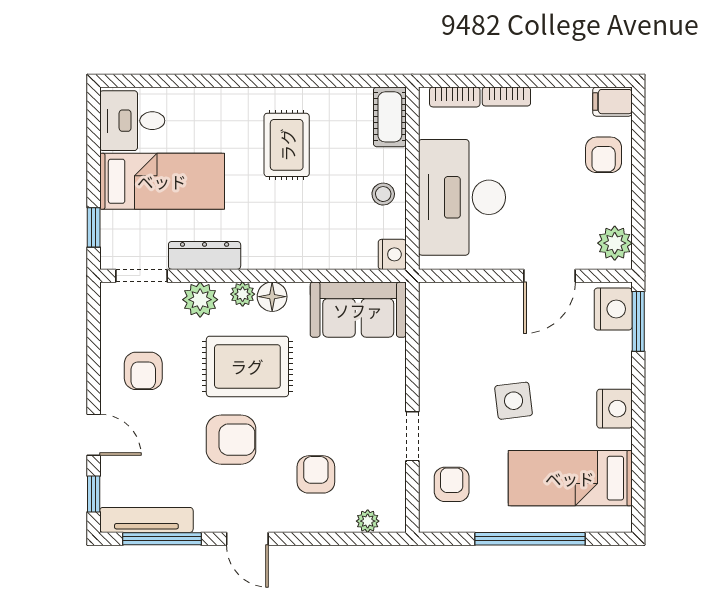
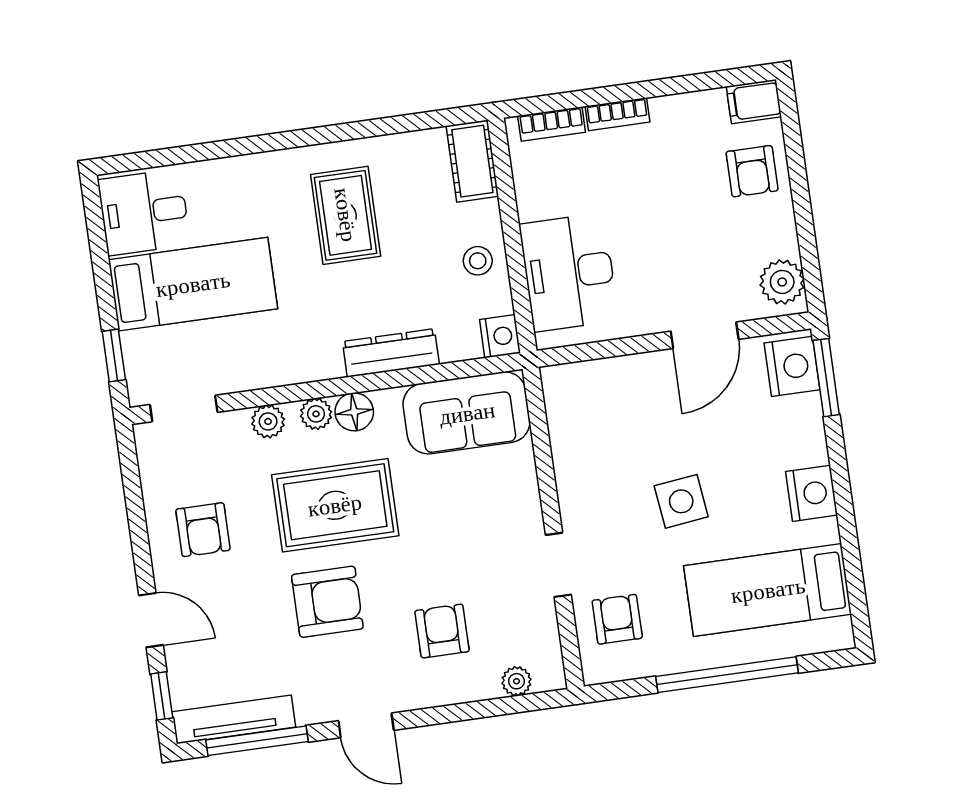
desk: (462, 197) -> (569, 272), width x0.73, depth x0.77
dresser: (205, 255) -> (391, 353), moved
plant: (200, 300) -> (268, 421), width x0.73, depth x0.73

